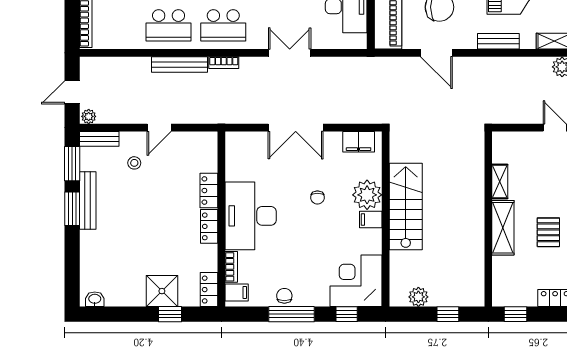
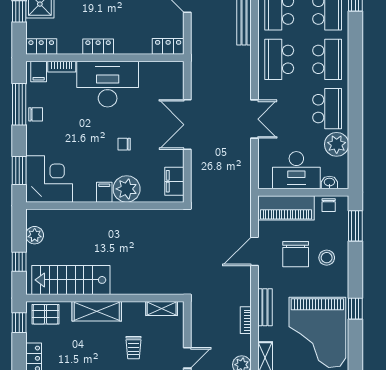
bookcase: (224, 63) -> (246, 320), moved
shelving: (500, 182) -> (162, 309), moved
trolley: (543, 187) -> (133, 348), added
locker: (209, 191) -> (168, 46), moved
stairs: (406, 207) -> (71, 280), moved, turned 180
pallet: (548, 232) -> (46, 314), moved
window: (291, 314) -> (19, 104), moved
window: (347, 314) -> (19, 170), width x1.50

